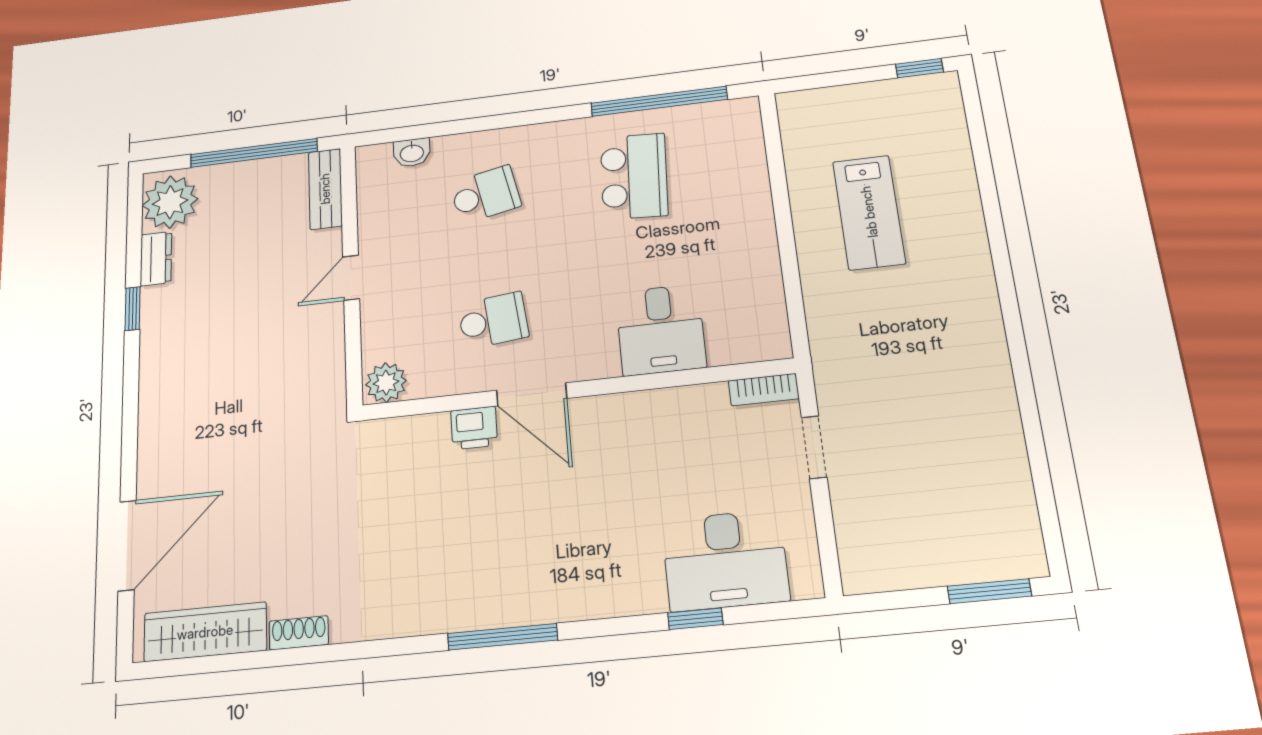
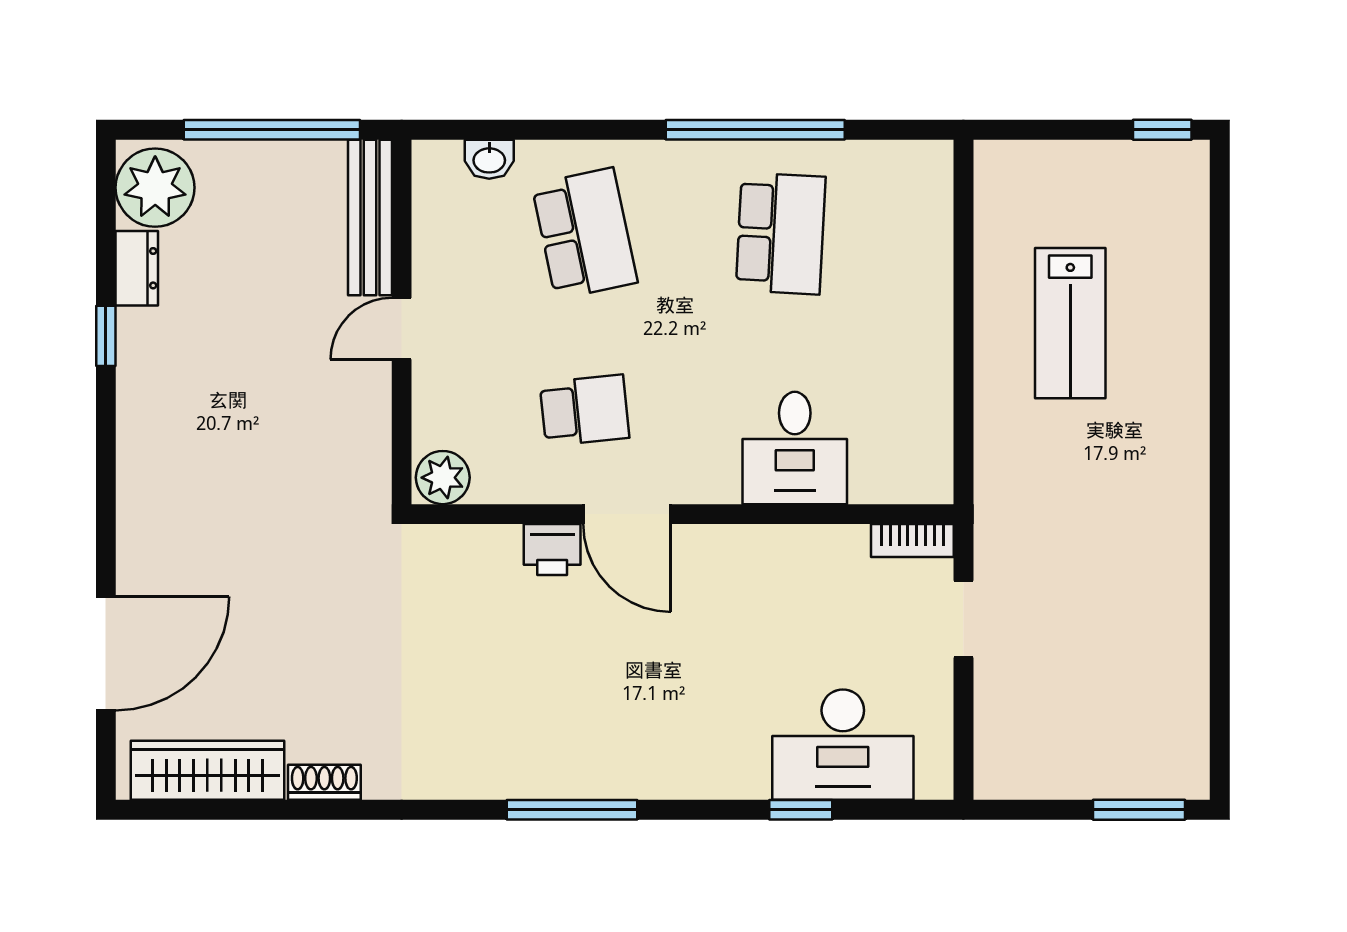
window: (659, 101) -> (755, 130), moved
bench: (325, 189) -> (370, 217), width x1.36
school desk: (485, 194) -> (584, 234), width x1.85

